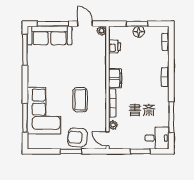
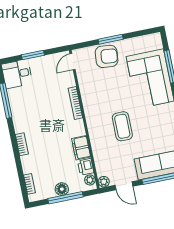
window: (137, 24) -> (65, 198), width x1.44
filing cabinet: (115, 78) -> (81, 148), moved
coffee table: (80, 100) -> (122, 126), moved
plant: (113, 125) -> (90, 180), moved
door: (107, 139) -> (72, 62), swing flipped

